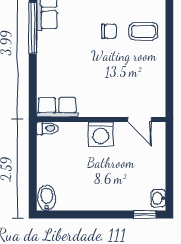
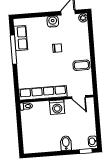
coffee table: (143, 31) -> (81, 65), moved
row of seats: (57, 107) -> (43, 93), width x2.02
bidet: (47, 198) -> (66, 143), moved

